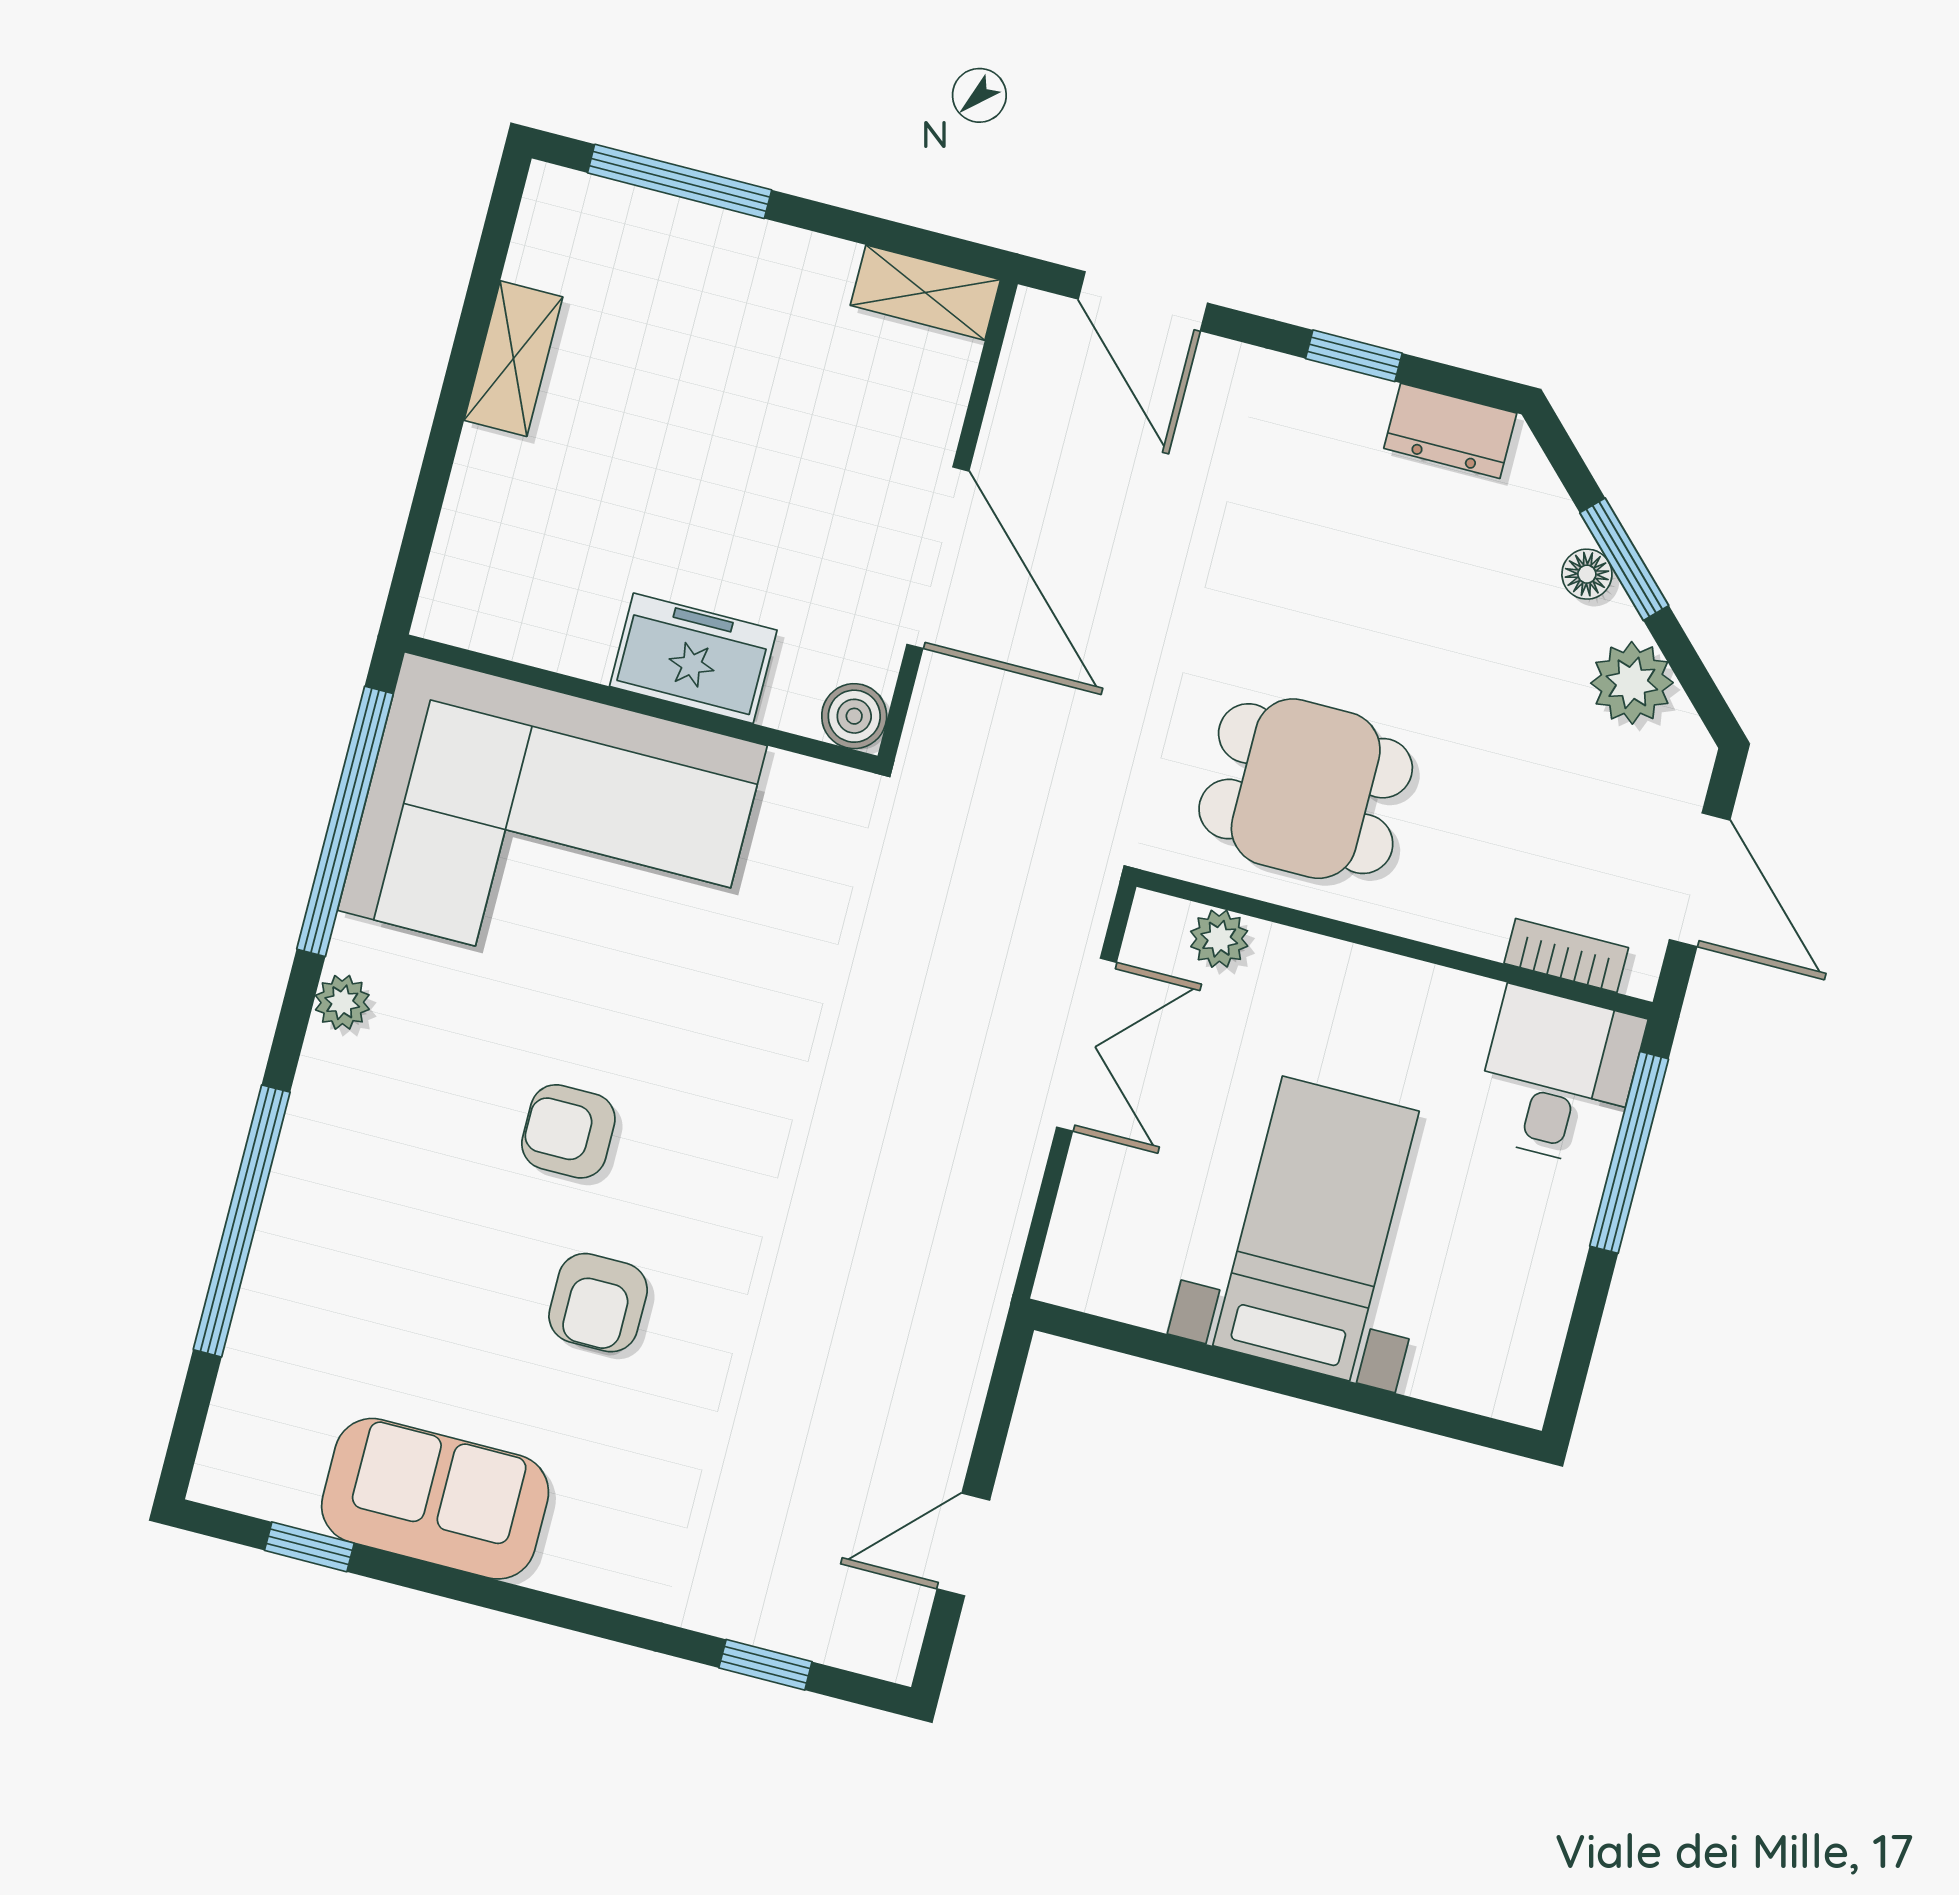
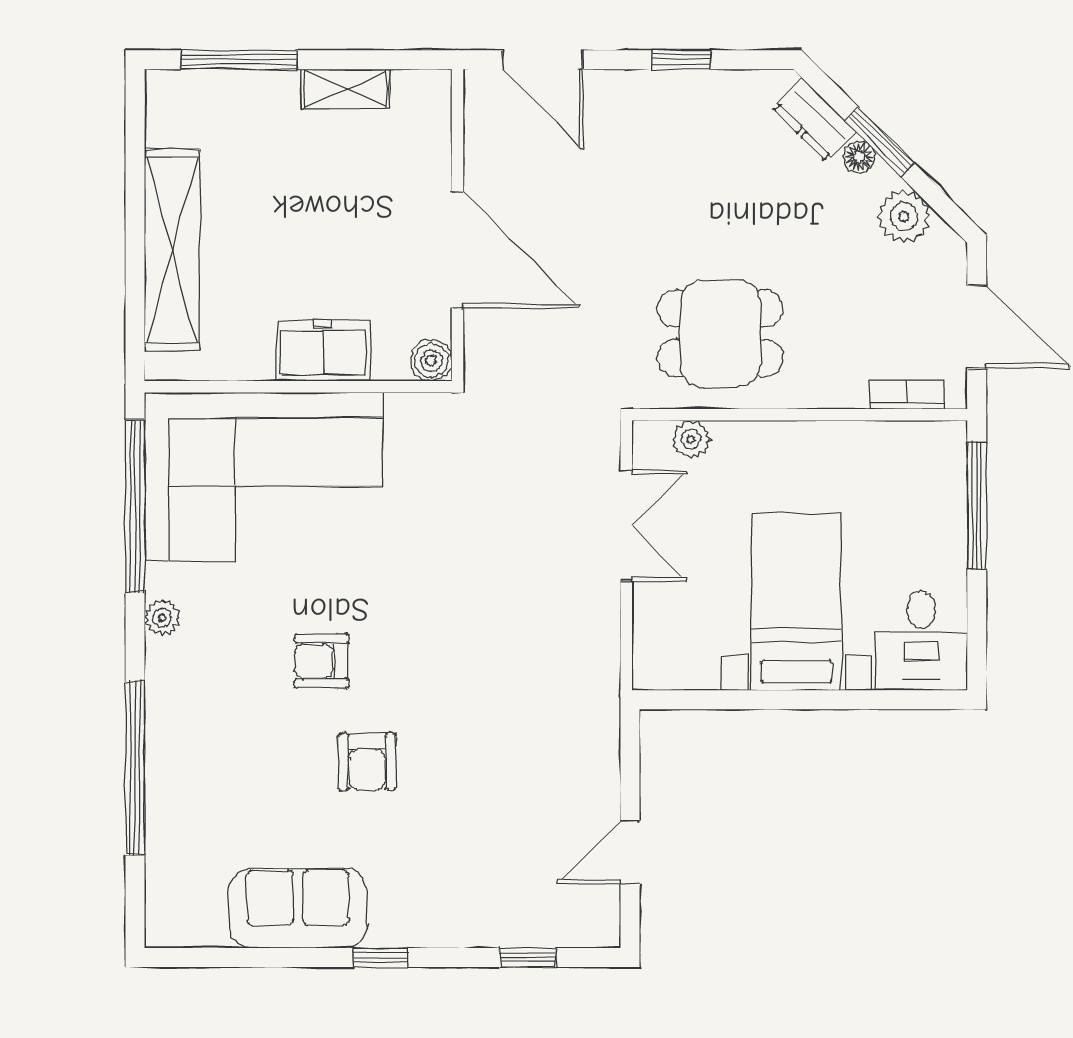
shelving: (925, 293) -> (345, 89), moved
shelving: (513, 359) -> (172, 250), width x2.20, depth x1.33
dresser: (1450, 431) -> (814, 120), moved, turned 45
desk: (1558, 1077) -> (921, 641), moved, turned 180
window: (309, 1547) -> (380, 958), moved

